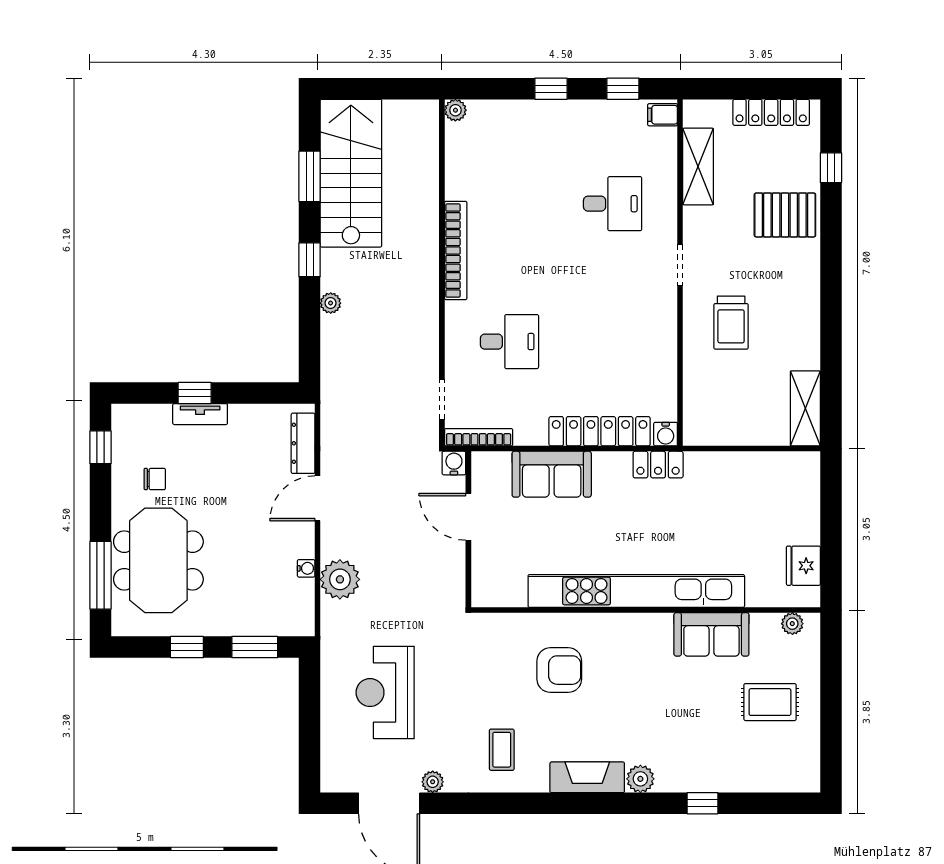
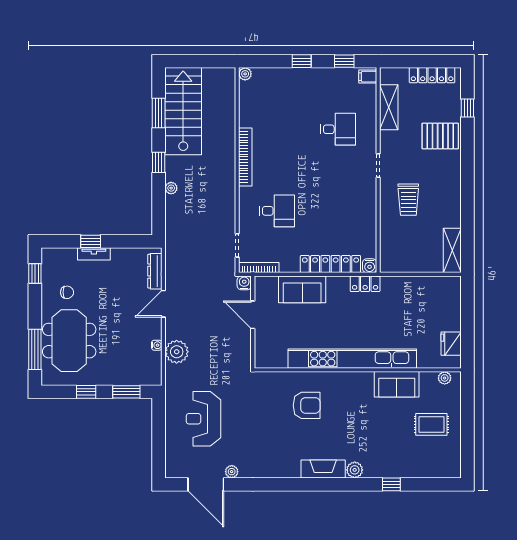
coffee table: (502, 750) -> (273, 453), removed

